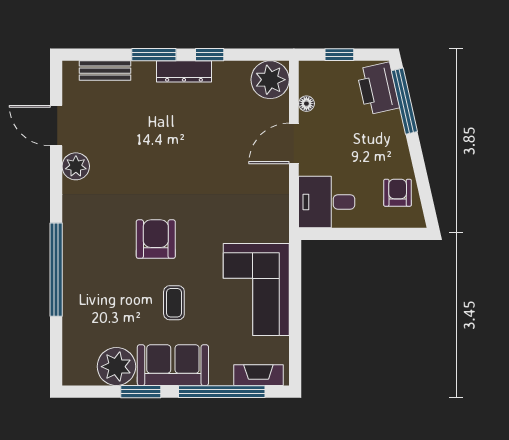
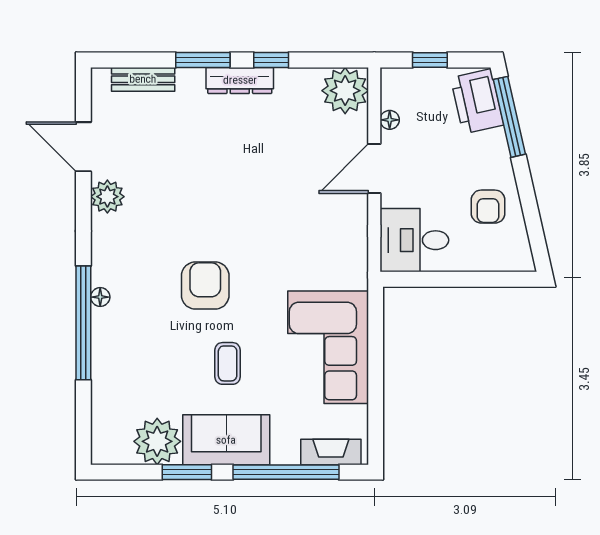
armchair: (398, 193) -> (488, 207), moved, turned 180
floor lamp: (70, 248) -> (100, 297), added

